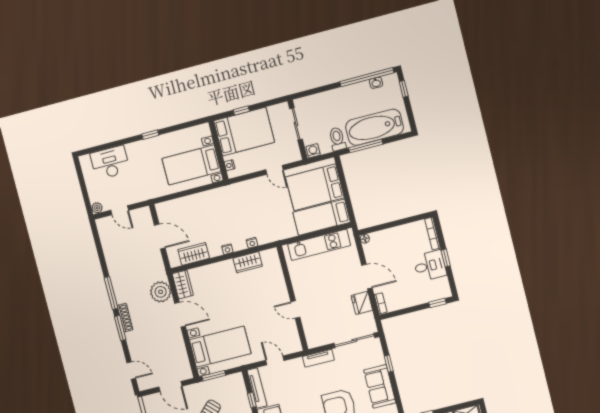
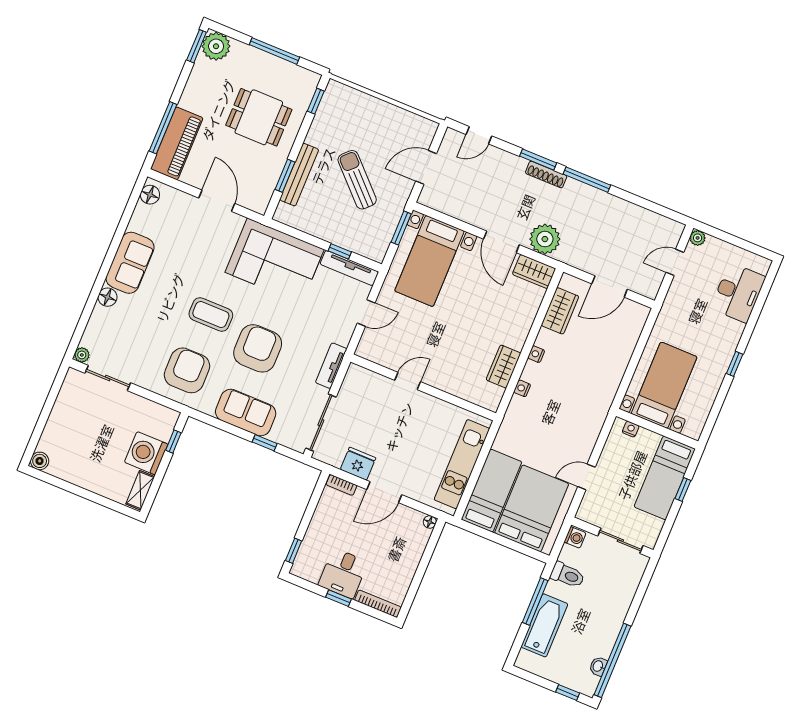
bathtub: (375, 127) -> (544, 625), width x0.73, depth x0.73
bed: (244, 132) -> (665, 478), width x0.67
door: (180, 315) -> (501, 242), hinge flipped

